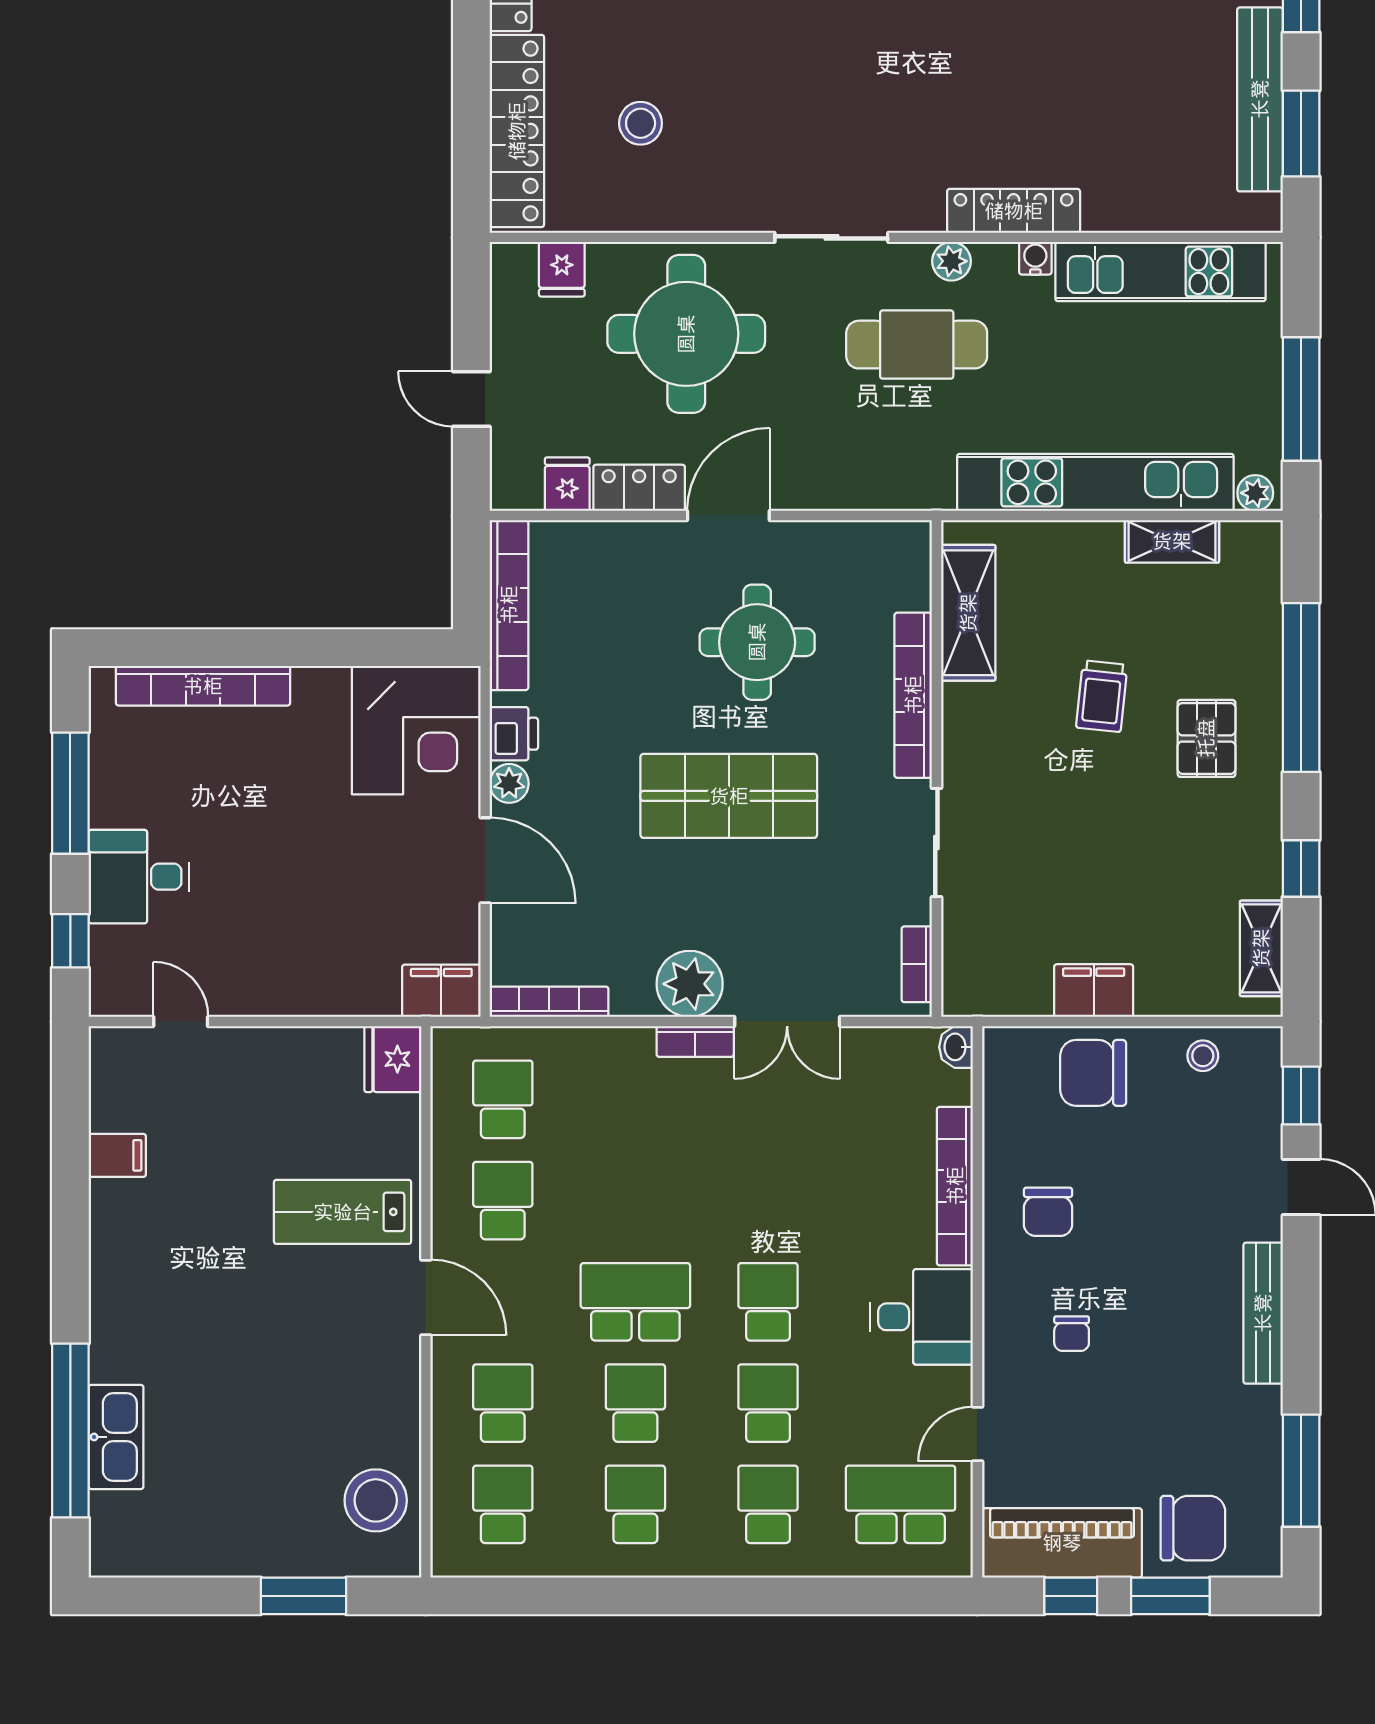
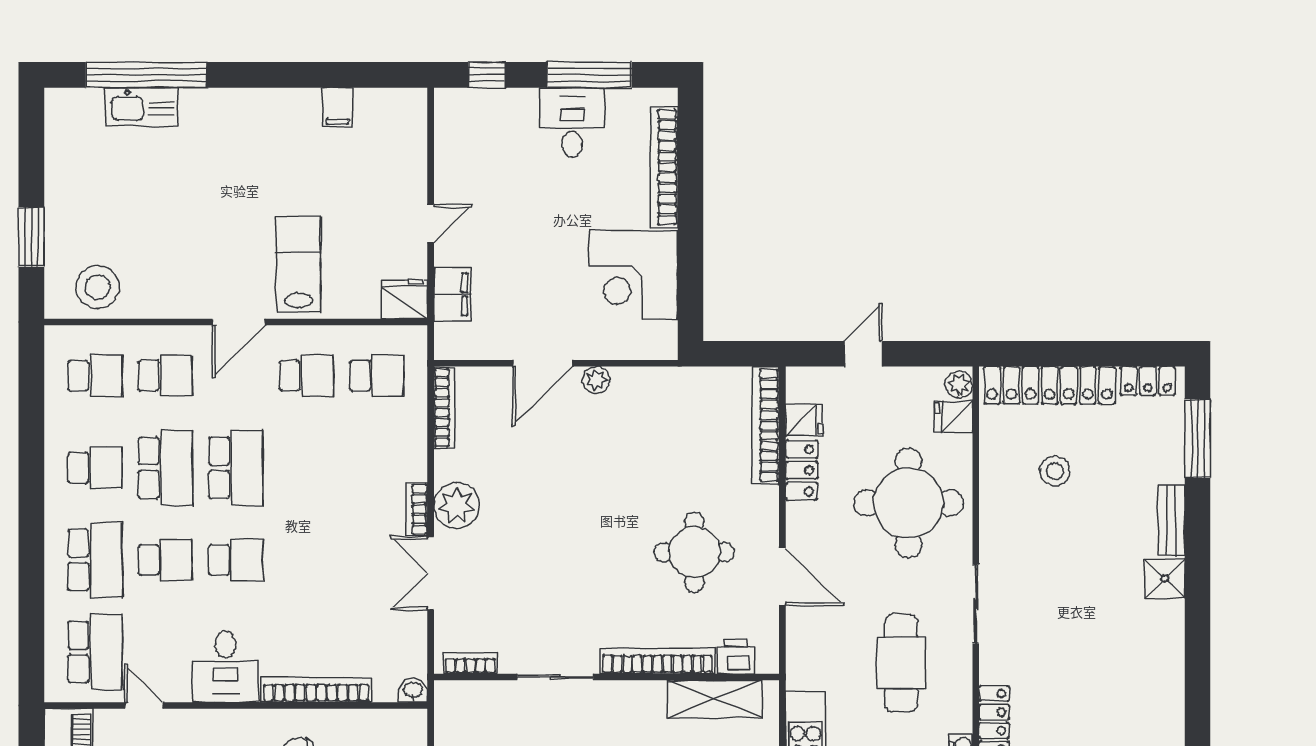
plant: (951, 261) -> (959, 385), moved
door: (728, 515) -> (782, 576), moved
bookcase: (509, 605) -> (766, 426), moved, turned 90
corner desk: (416, 730) -> (633, 275), moved
printer: (514, 734) -> (736, 657), moved, turned 180
shop shelf: (729, 796) -> (587, 533), removed
desk: (139, 877) -> (572, 123), moved
filing cabinet: (441, 991) -> (452, 294), moved
door: (181, 1021) -> (431, 223), moved
school desk: (635, 1403) -> (165, 468), width x1.85
school desk: (768, 1504) -> (95, 560), width x1.85

